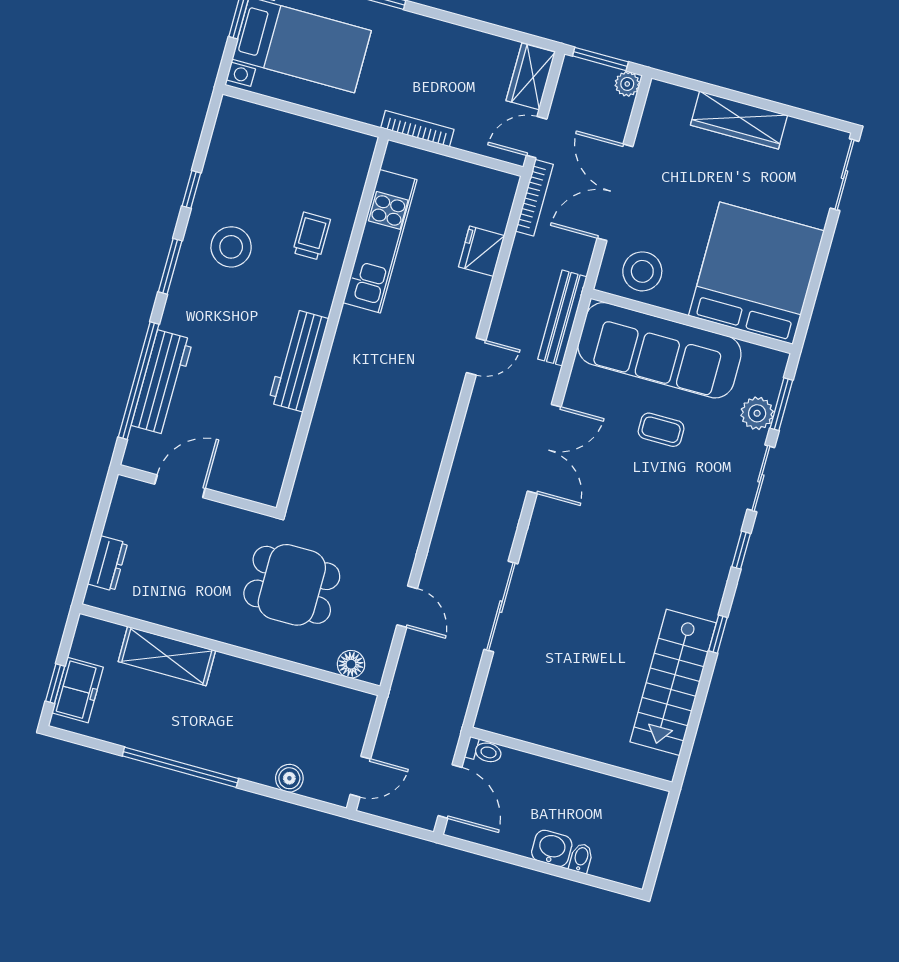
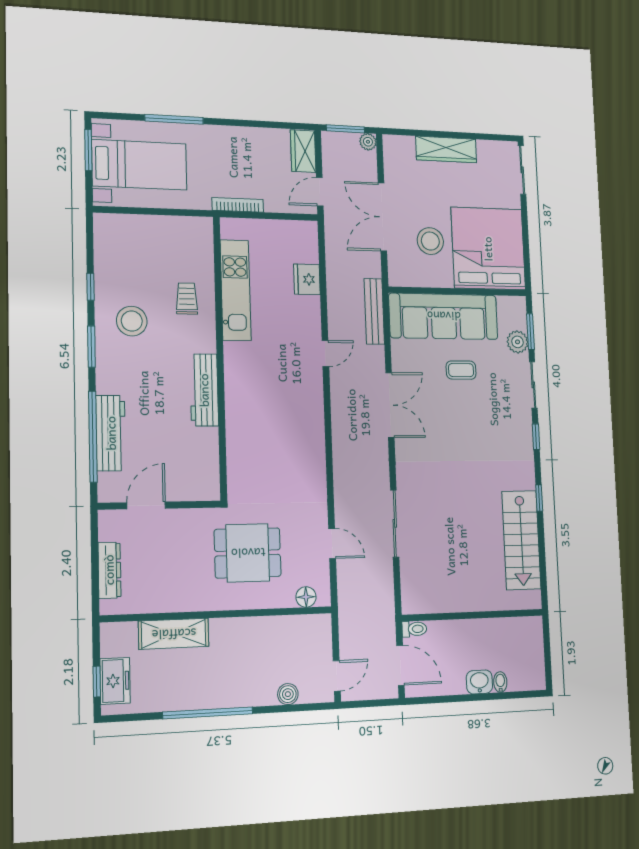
bookcase: (534, 198) -> (331, 234), removed
stool: (642, 271) -> (430, 241), moved
dresser: (108, 564) -> (109, 570), width x1.44

